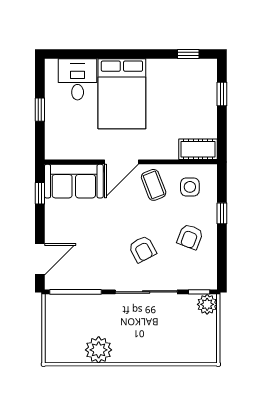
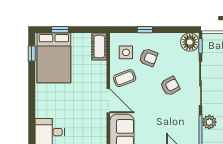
bed: (122, 94) -> (54, 58), moved, turned 90
armchair: (190, 237) -> (148, 58), moved
floor lamp: (204, 277) -> (190, 42), added
plant: (207, 304) -> (209, 122), moved

